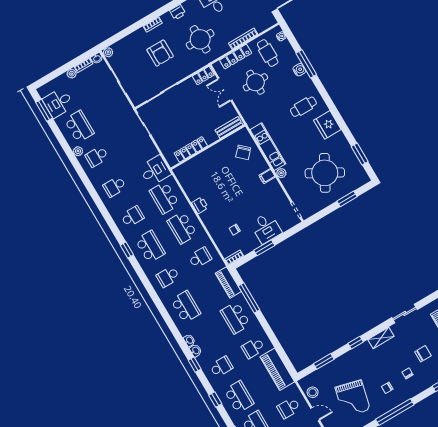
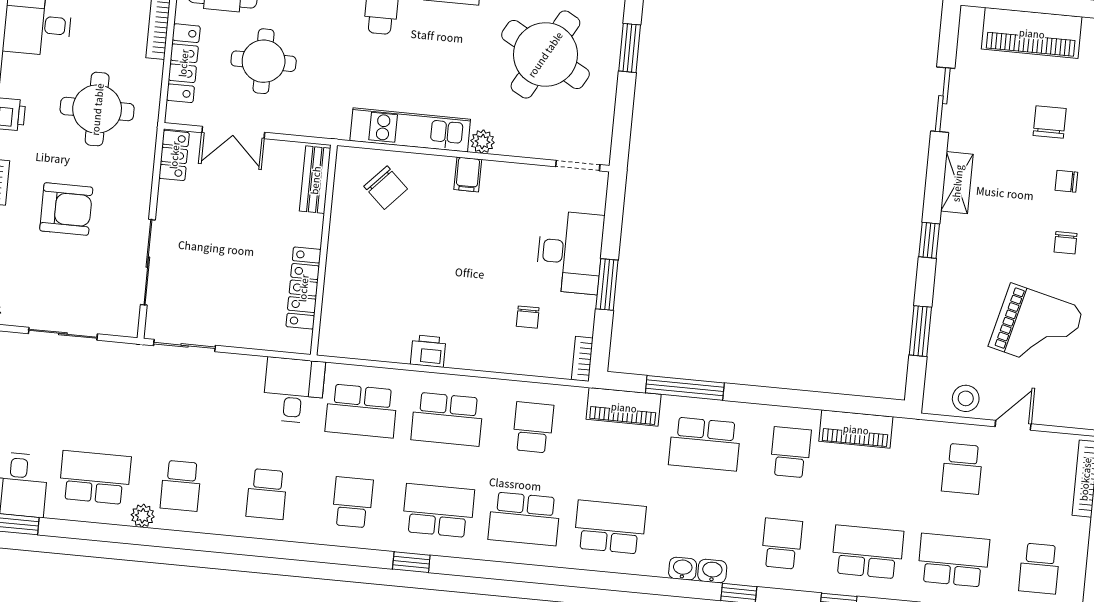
desk: (266, 228) -> (570, 252), width x1.37
school desk: (168, 277) -> (524, 519), width x1.85
school desk: (253, 348) -> (791, 452), turned 180
piano: (277, 369) -> (856, 429), width x0.73, depth x0.75

